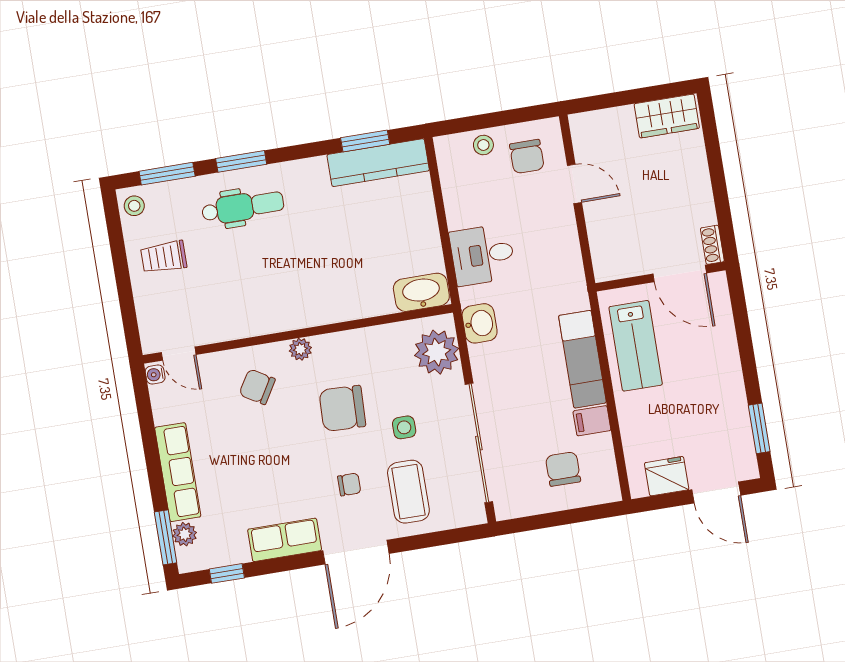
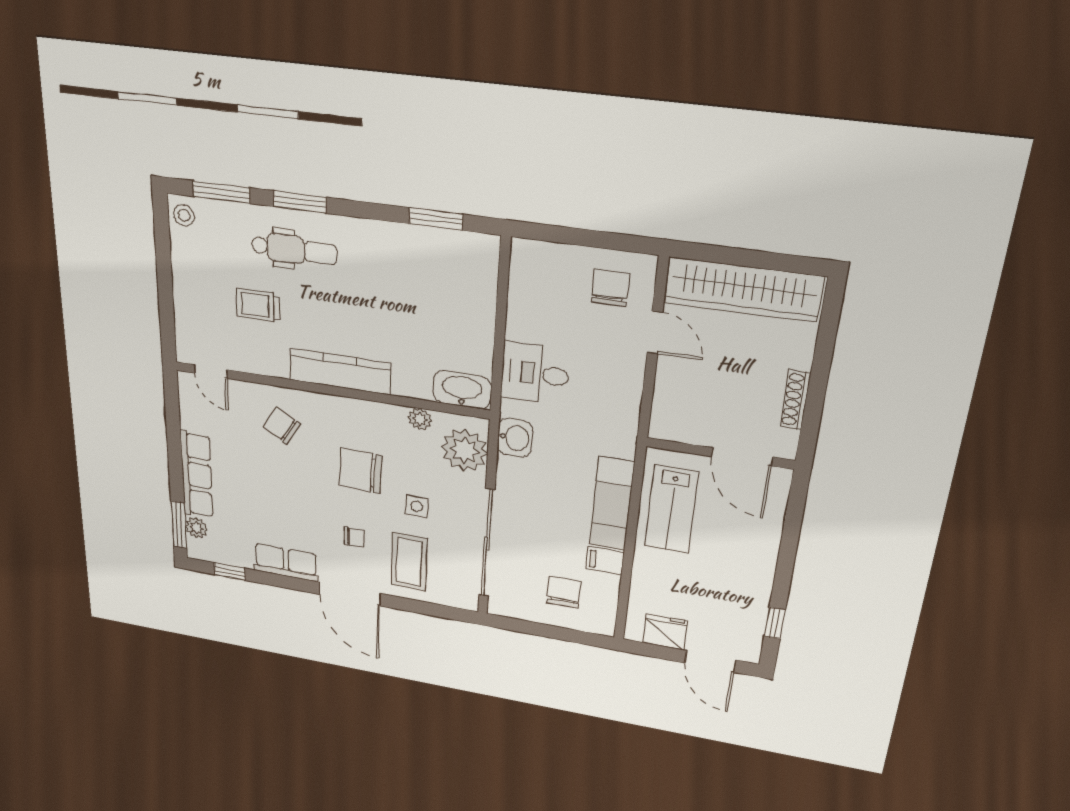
wardrobe: (667, 116) -> (743, 290), width x2.10, depth x1.17
stool: (483, 145) -> (565, 262), removed
chair: (527, 156) -> (610, 288), turned 180
kitchen counter: (378, 163) -> (340, 371), moved, turned 180
shoe rack: (712, 245) -> (795, 400), moved, width x1.43
trolley: (164, 257) -> (258, 305), moved
plant: (300, 349) -> (420, 419), moved
water cooler: (155, 375) -> (186, 383), removed
window: (759, 428) -> (775, 623), width x0.67
door: (356, 552) -> (349, 594), hinge flipped

